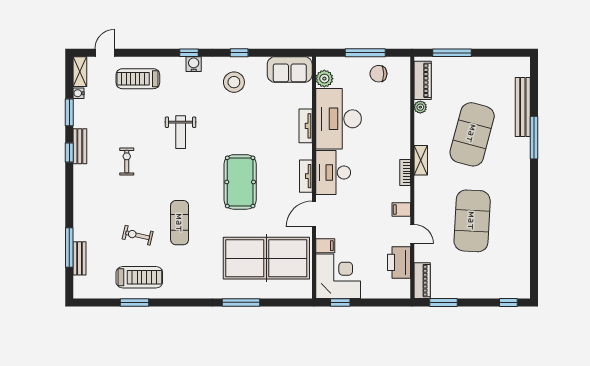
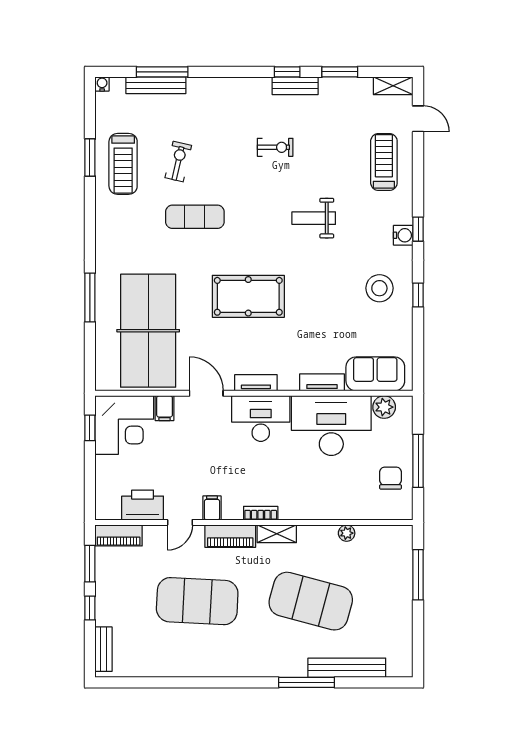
sofa: (290, 70) -> (375, 374), moved, turned 90
piano: (423, 80) -> (230, 536), moved
water cooler: (79, 93) -> (102, 84), moved
bench: (80, 258) -> (156, 85), width x1.36
bench: (509, 292) -> (104, 649), added
window: (508, 302) -> (90, 608), moved

